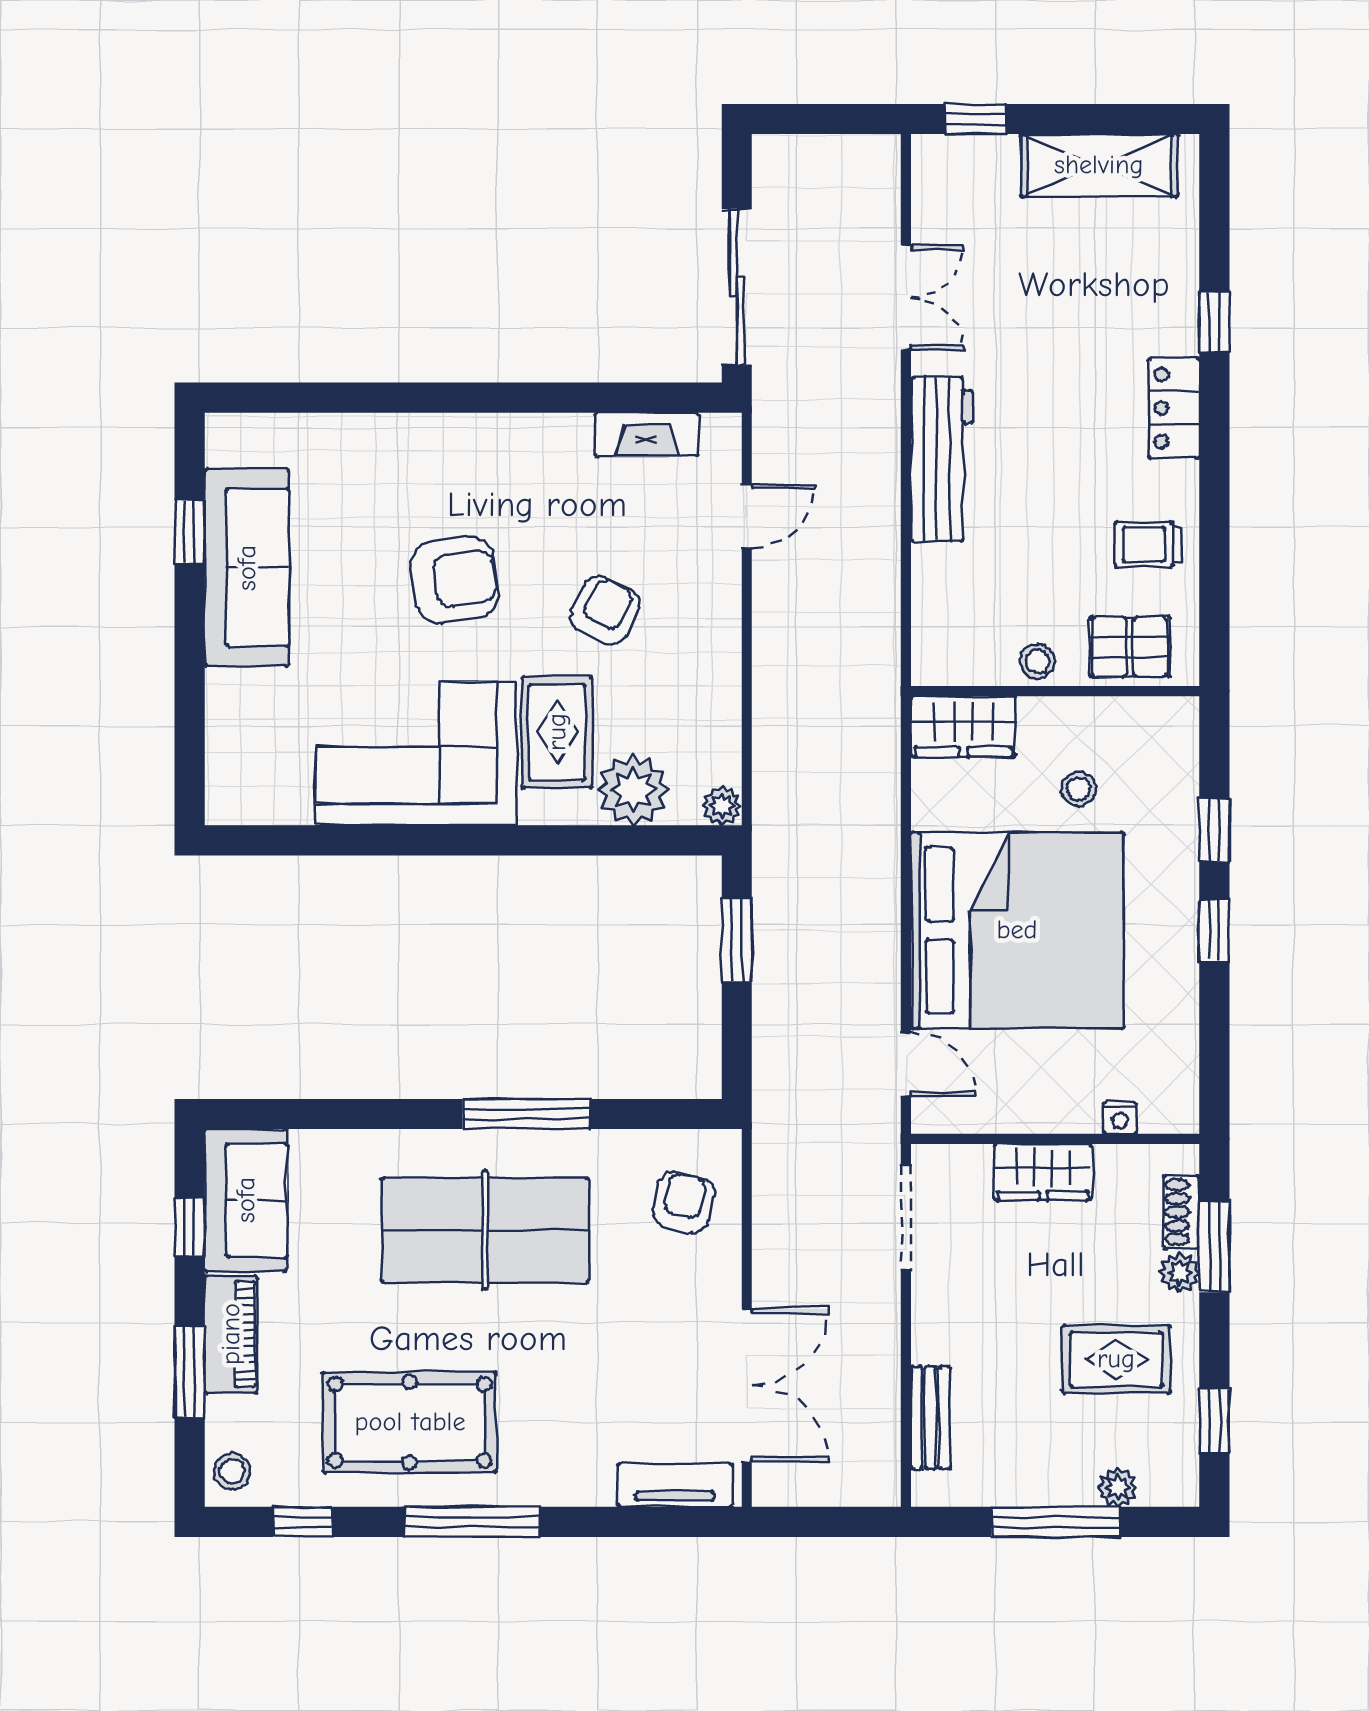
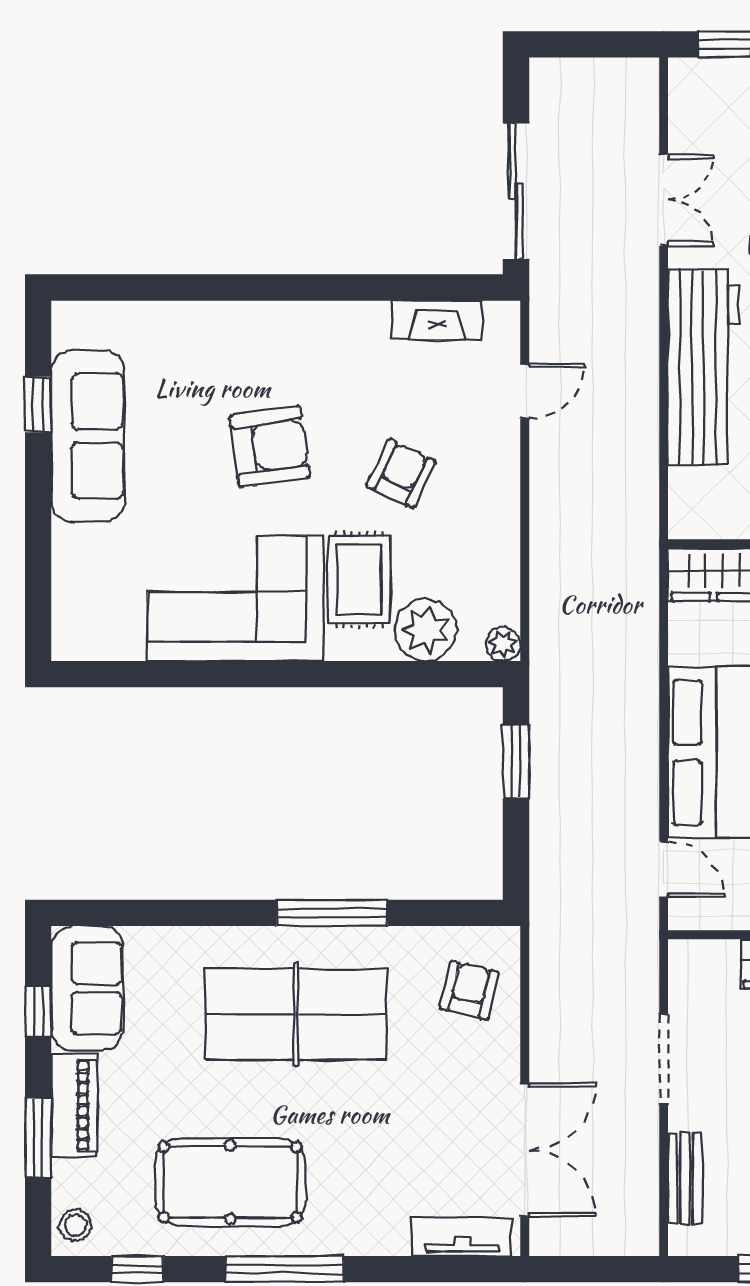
workbench: (942, 459) -> (704, 367), width x1.36, depth x1.32
doorway: (906, 1217) -> (664, 1059), moved

